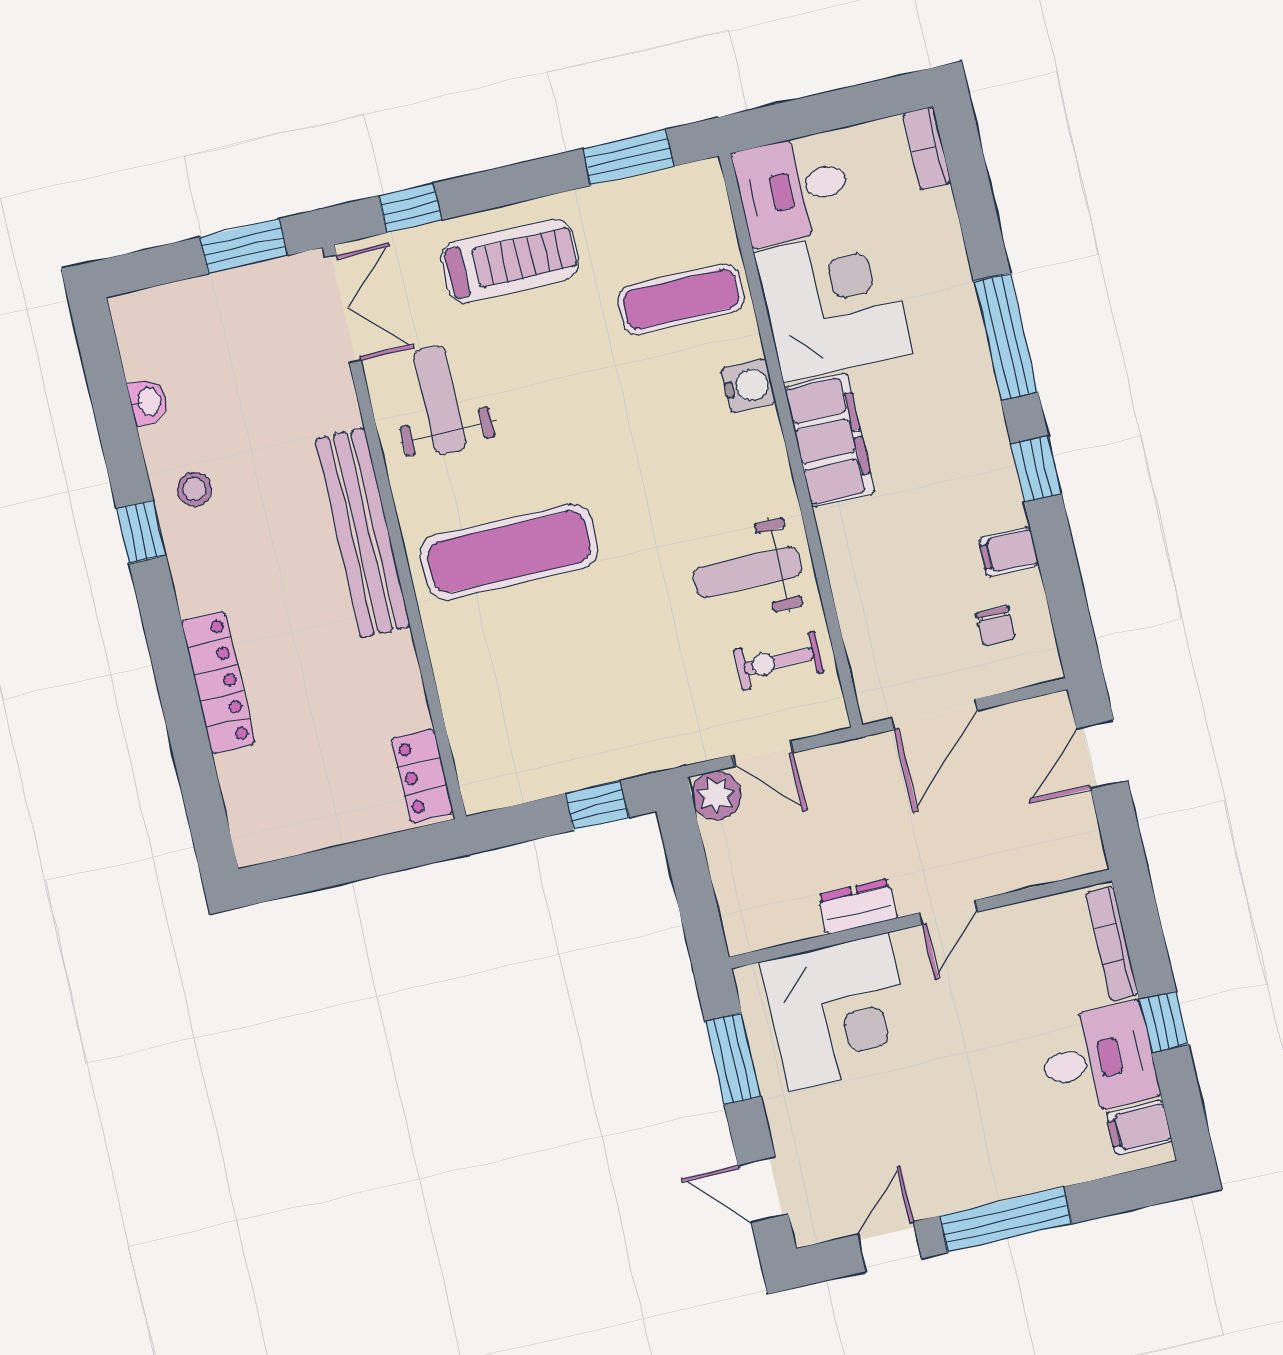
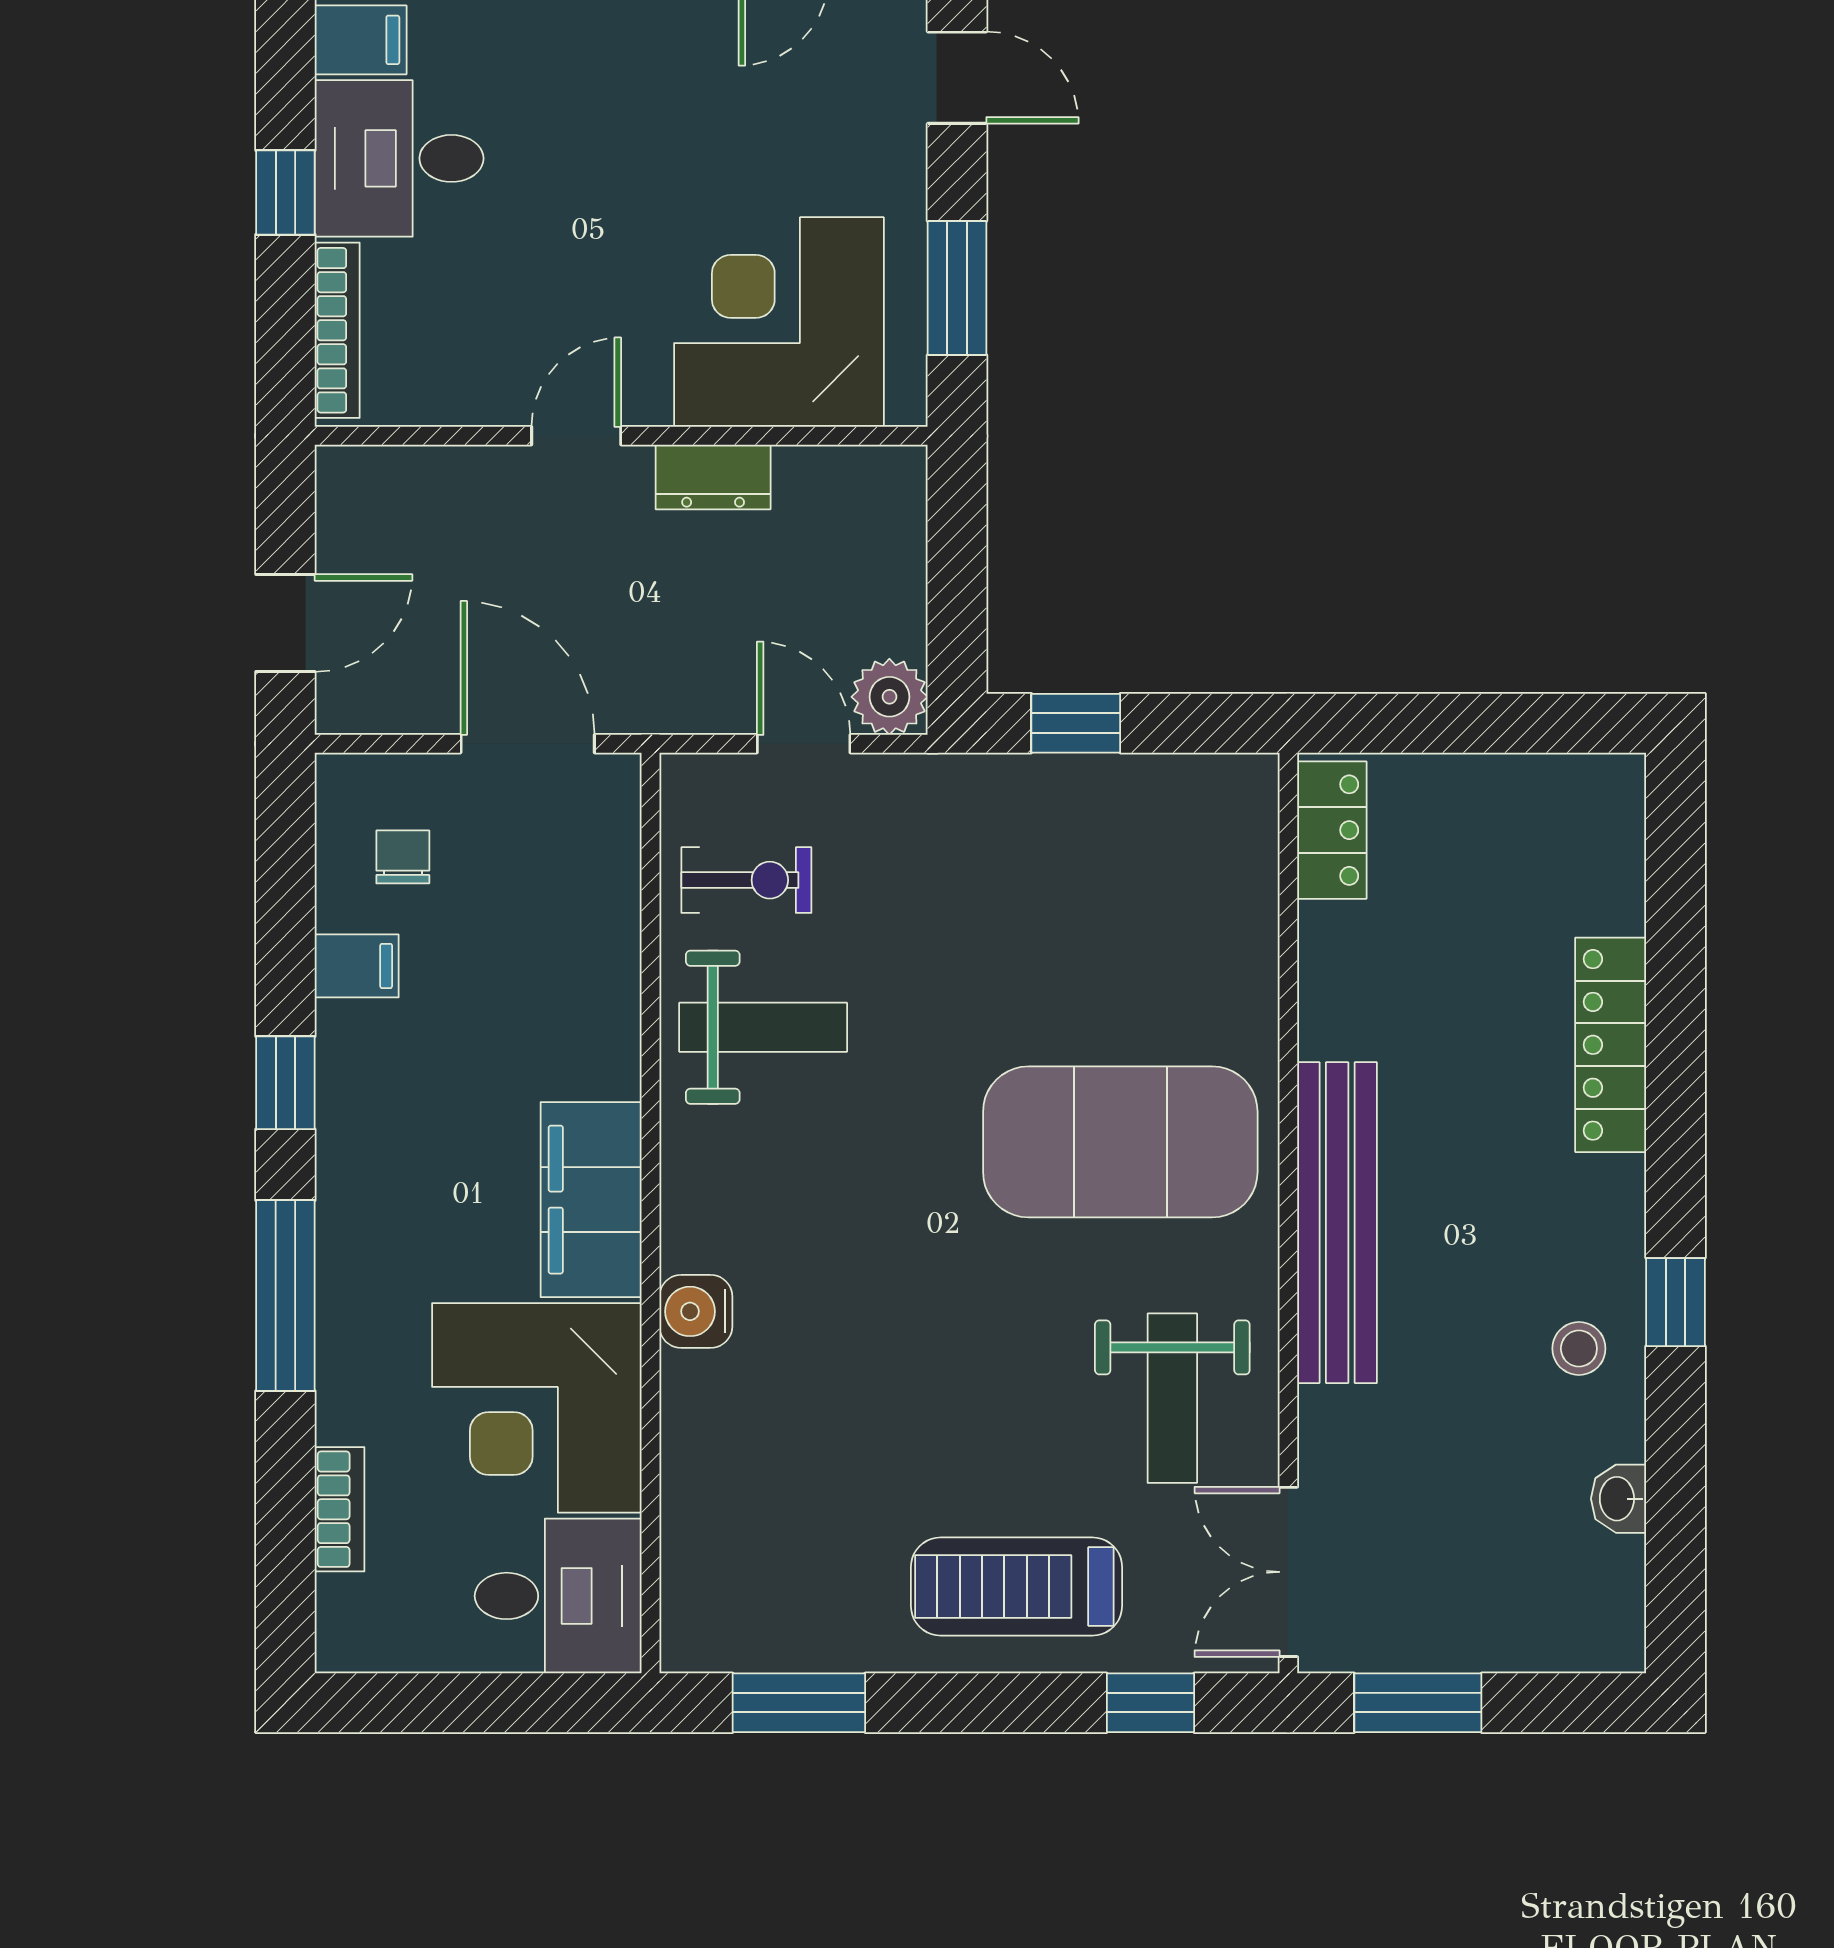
bookcase: (927, 148) -> (340, 1509), moved
exercise mat: (681, 299) -> (769, 1468), removed
exercise mat: (509, 552) -> (1120, 1142), width x1.47
door: (934, 714) -> (528, 744), hinge flipped

